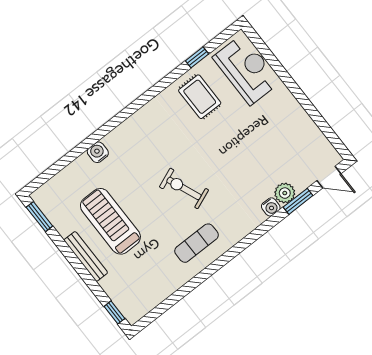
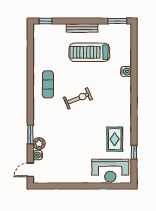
rug: (200, 97) -> (115, 139), turned 90
window: (298, 201) -> (30, 134), moved
water cooler: (271, 207) -> (38, 155), moved
treadmill: (110, 221) -> (89, 52), turned 180

